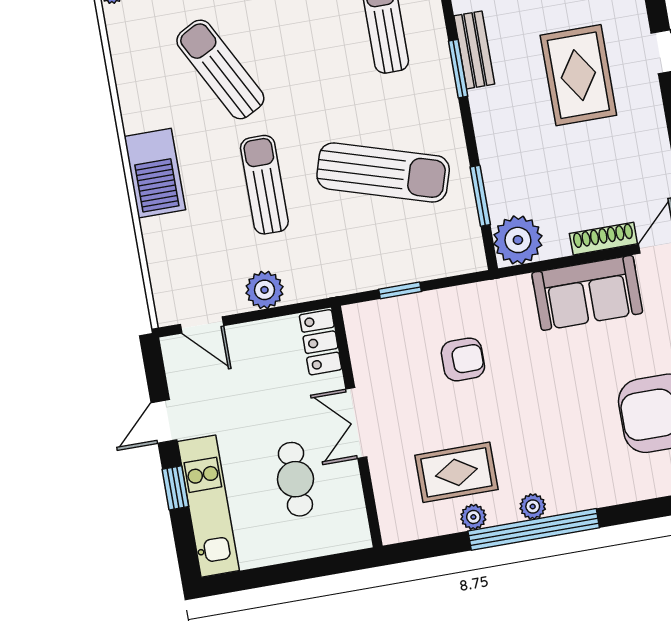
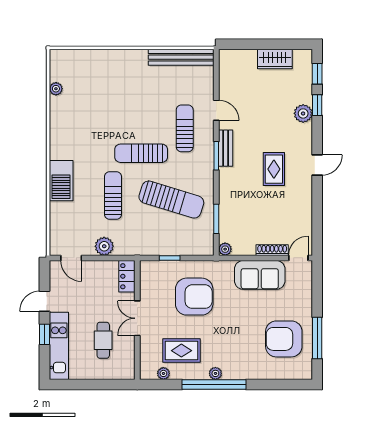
sun lounger: (220, 69) -> (141, 153), moved, turned -62
rug: (578, 75) -> (274, 169), width x0.73, depth x0.70
plant: (518, 240) -> (225, 249), width x0.53, depth x0.53
armchair: (463, 359) -> (194, 297), width x1.88, depth x1.88
plant: (473, 517) -> (163, 373), moved

